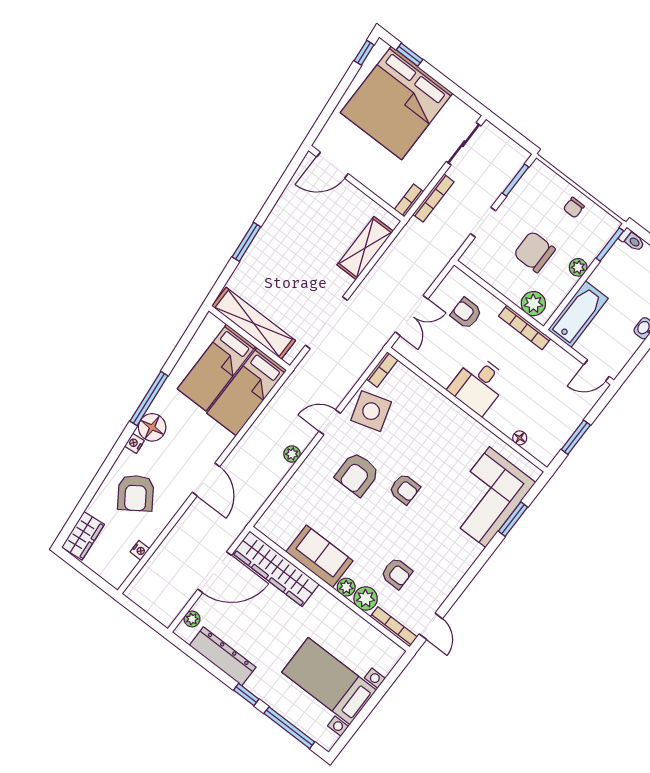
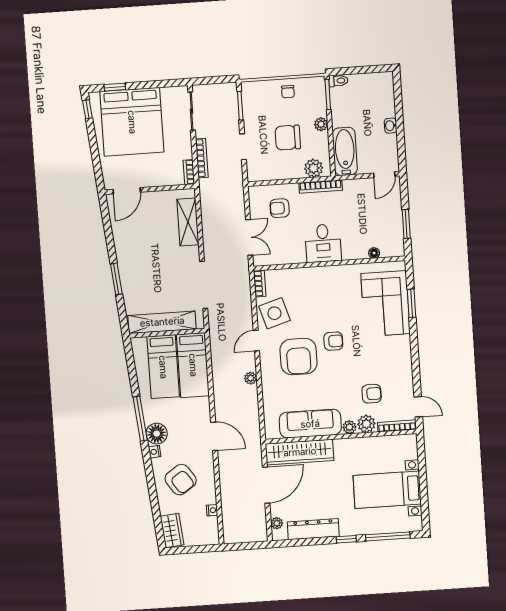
armchair: (357, 474) -> (299, 357), width x1.36, depth x1.36
sofa: (319, 556) -> (310, 424), width x1.36

